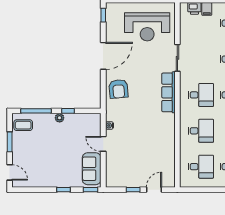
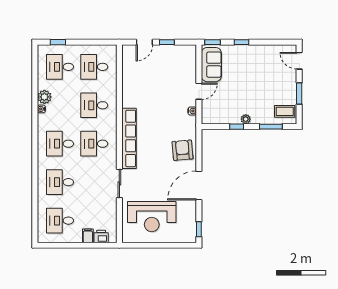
reception desk: (147, 27) -> (152, 217), turned 180
row of seats: (168, 92) -> (129, 138), width x1.36
window: (36, 111) -> (271, 127), width x0.69
door: (103, 144) -> (199, 91), hinge flipped

